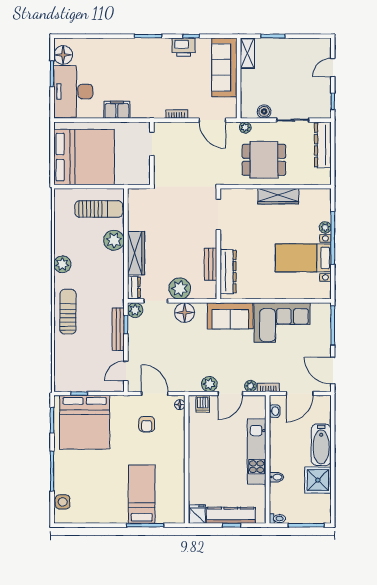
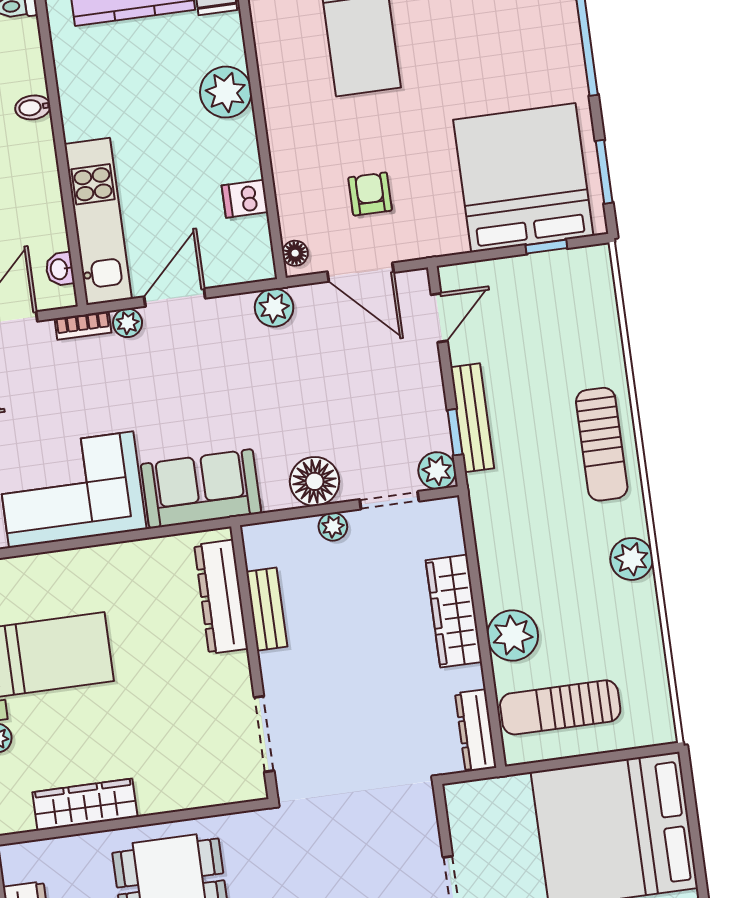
wardrobe: (278, 196) -> (85, 805), moved
dresser: (134, 287) -> (476, 731), moved, width x1.44
plant: (180, 288) -> (333, 527), width x0.53, depth x0.53
plant: (209, 384) -> (274, 308), moved
dishwasher: (203, 404) -> (245, 199), moved, turned -90
kitchen unit: (257, 452) -> (98, 221), moved
plant: (199, 473) -> (226, 92), added

